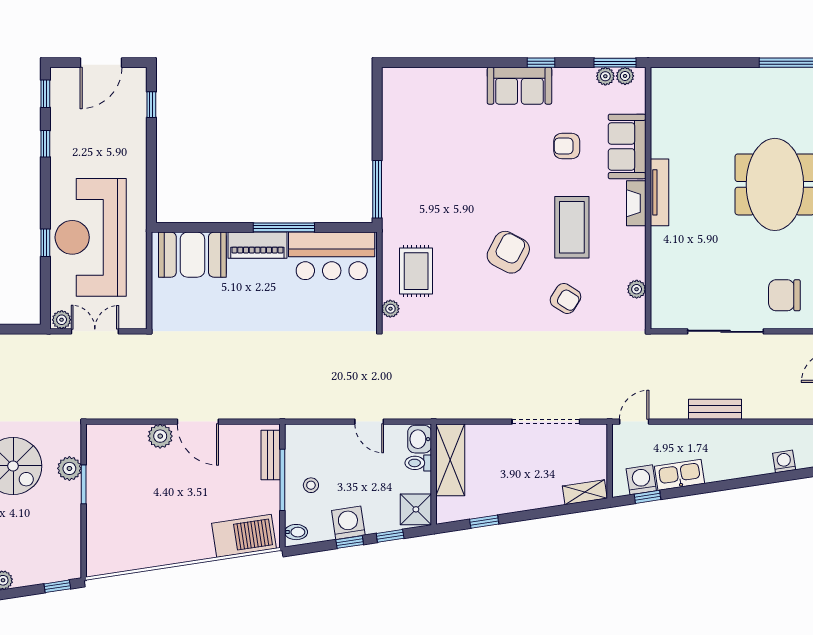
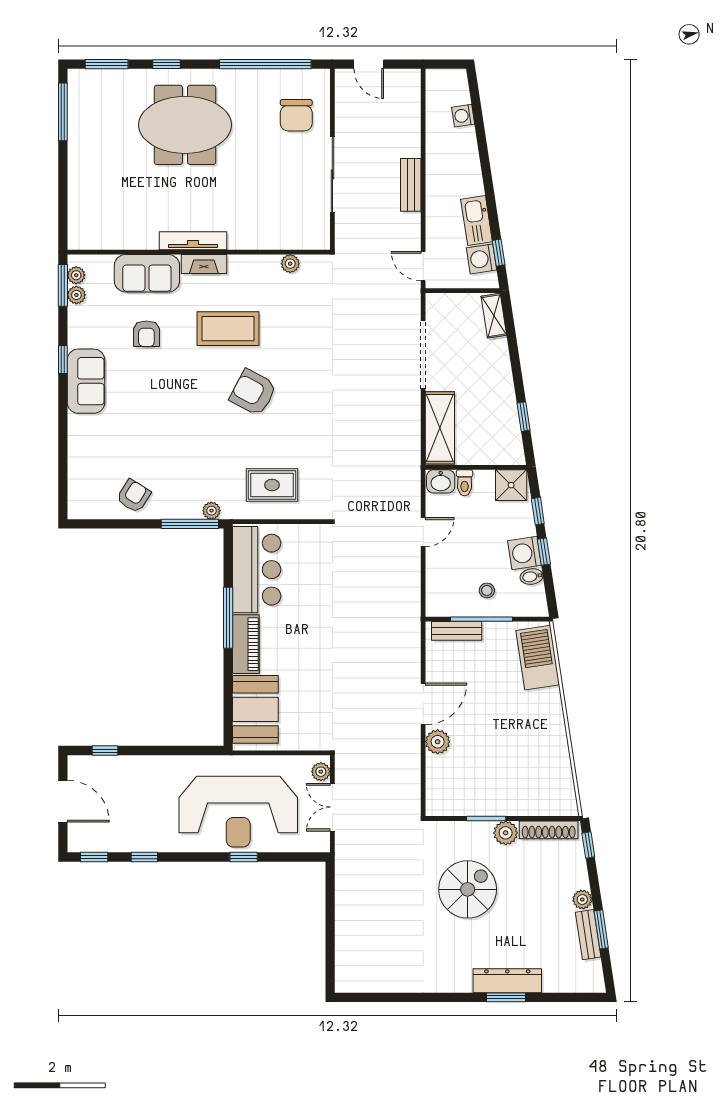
armchair: (566, 298) -> (134, 496), moved
plant: (390, 309) -> (211, 511), moved
plant: (62, 320) -> (321, 772), moved
shelving: (450, 460) -> (440, 428), moved, turned 90
plant: (69, 468) -> (506, 833), moved
bidet: (296, 532) -> (532, 577), moved, turned -99
shoe rack: (72, 547) -> (549, 830), added

